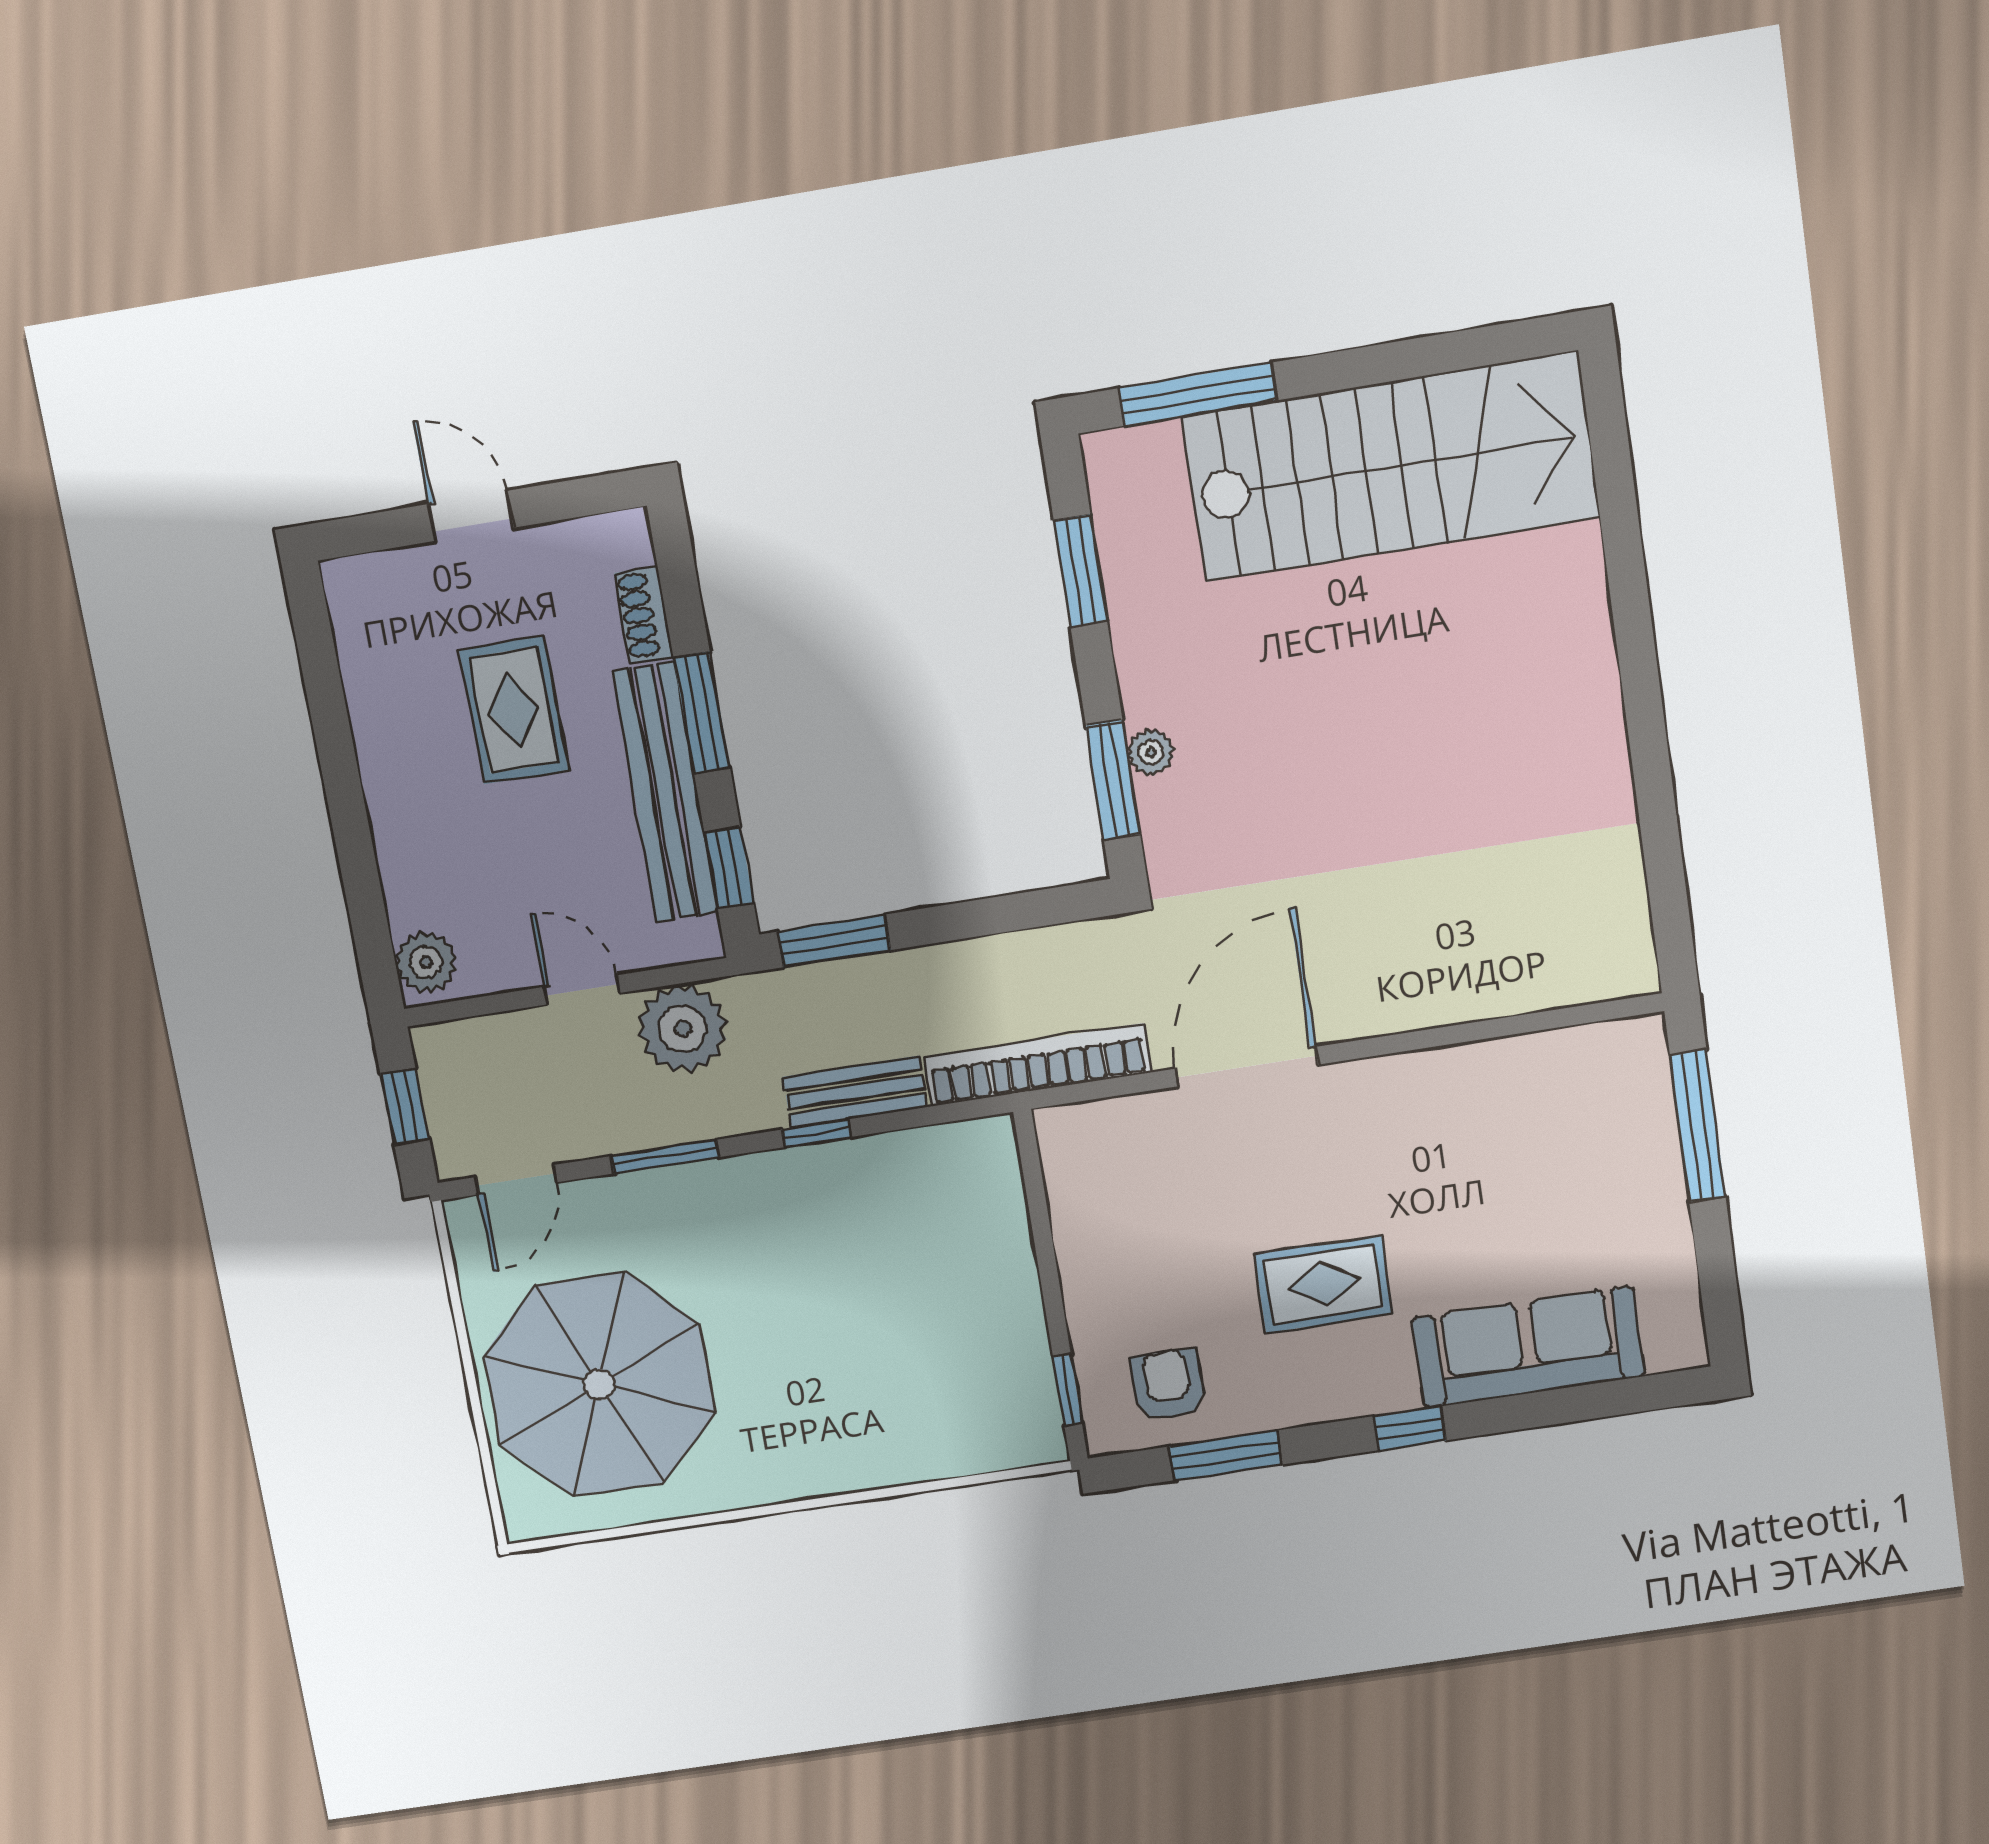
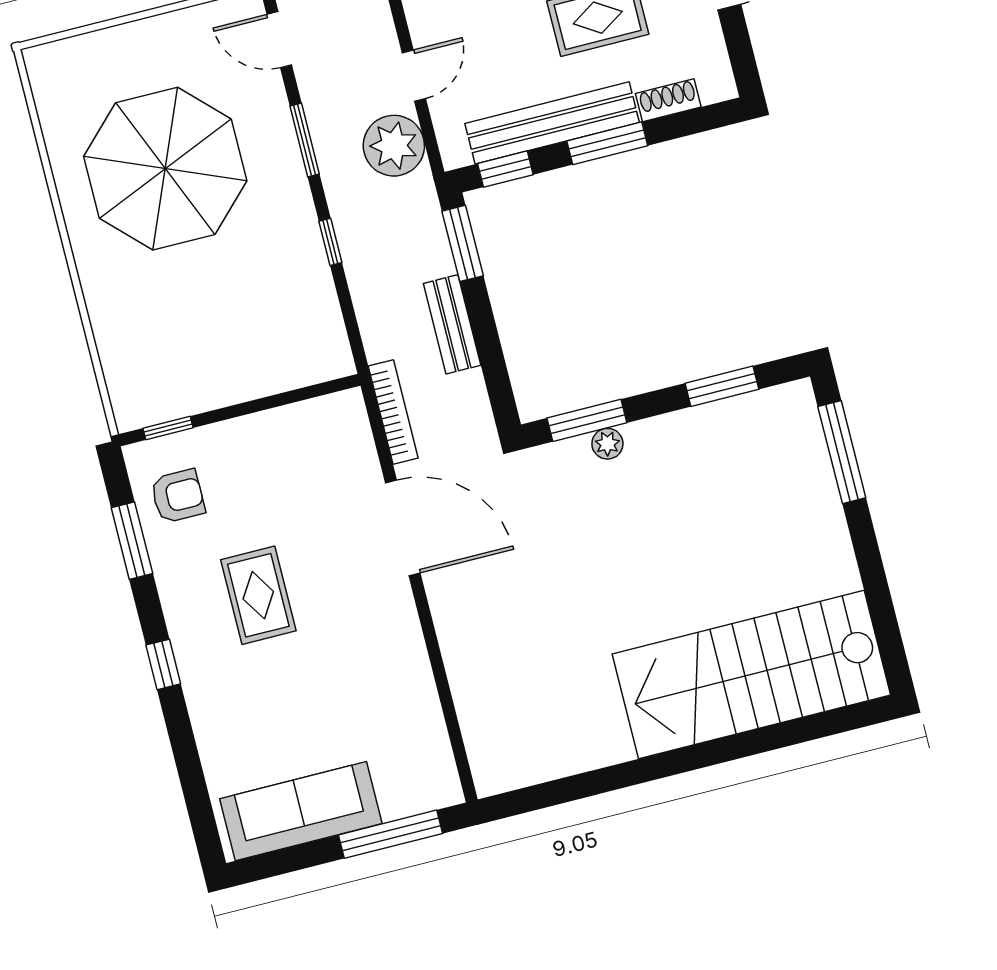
stairs: (1391, 467) -> (751, 674), moved, turned 90
bookcase: (1037, 1065) -> (393, 412), width x0.68, depth x0.76
bench: (855, 1092) -> (452, 324), moved
sofa: (1528, 1347) -> (301, 811), moved, turned -90
parasol: (599, 1384) -> (165, 169), moved

